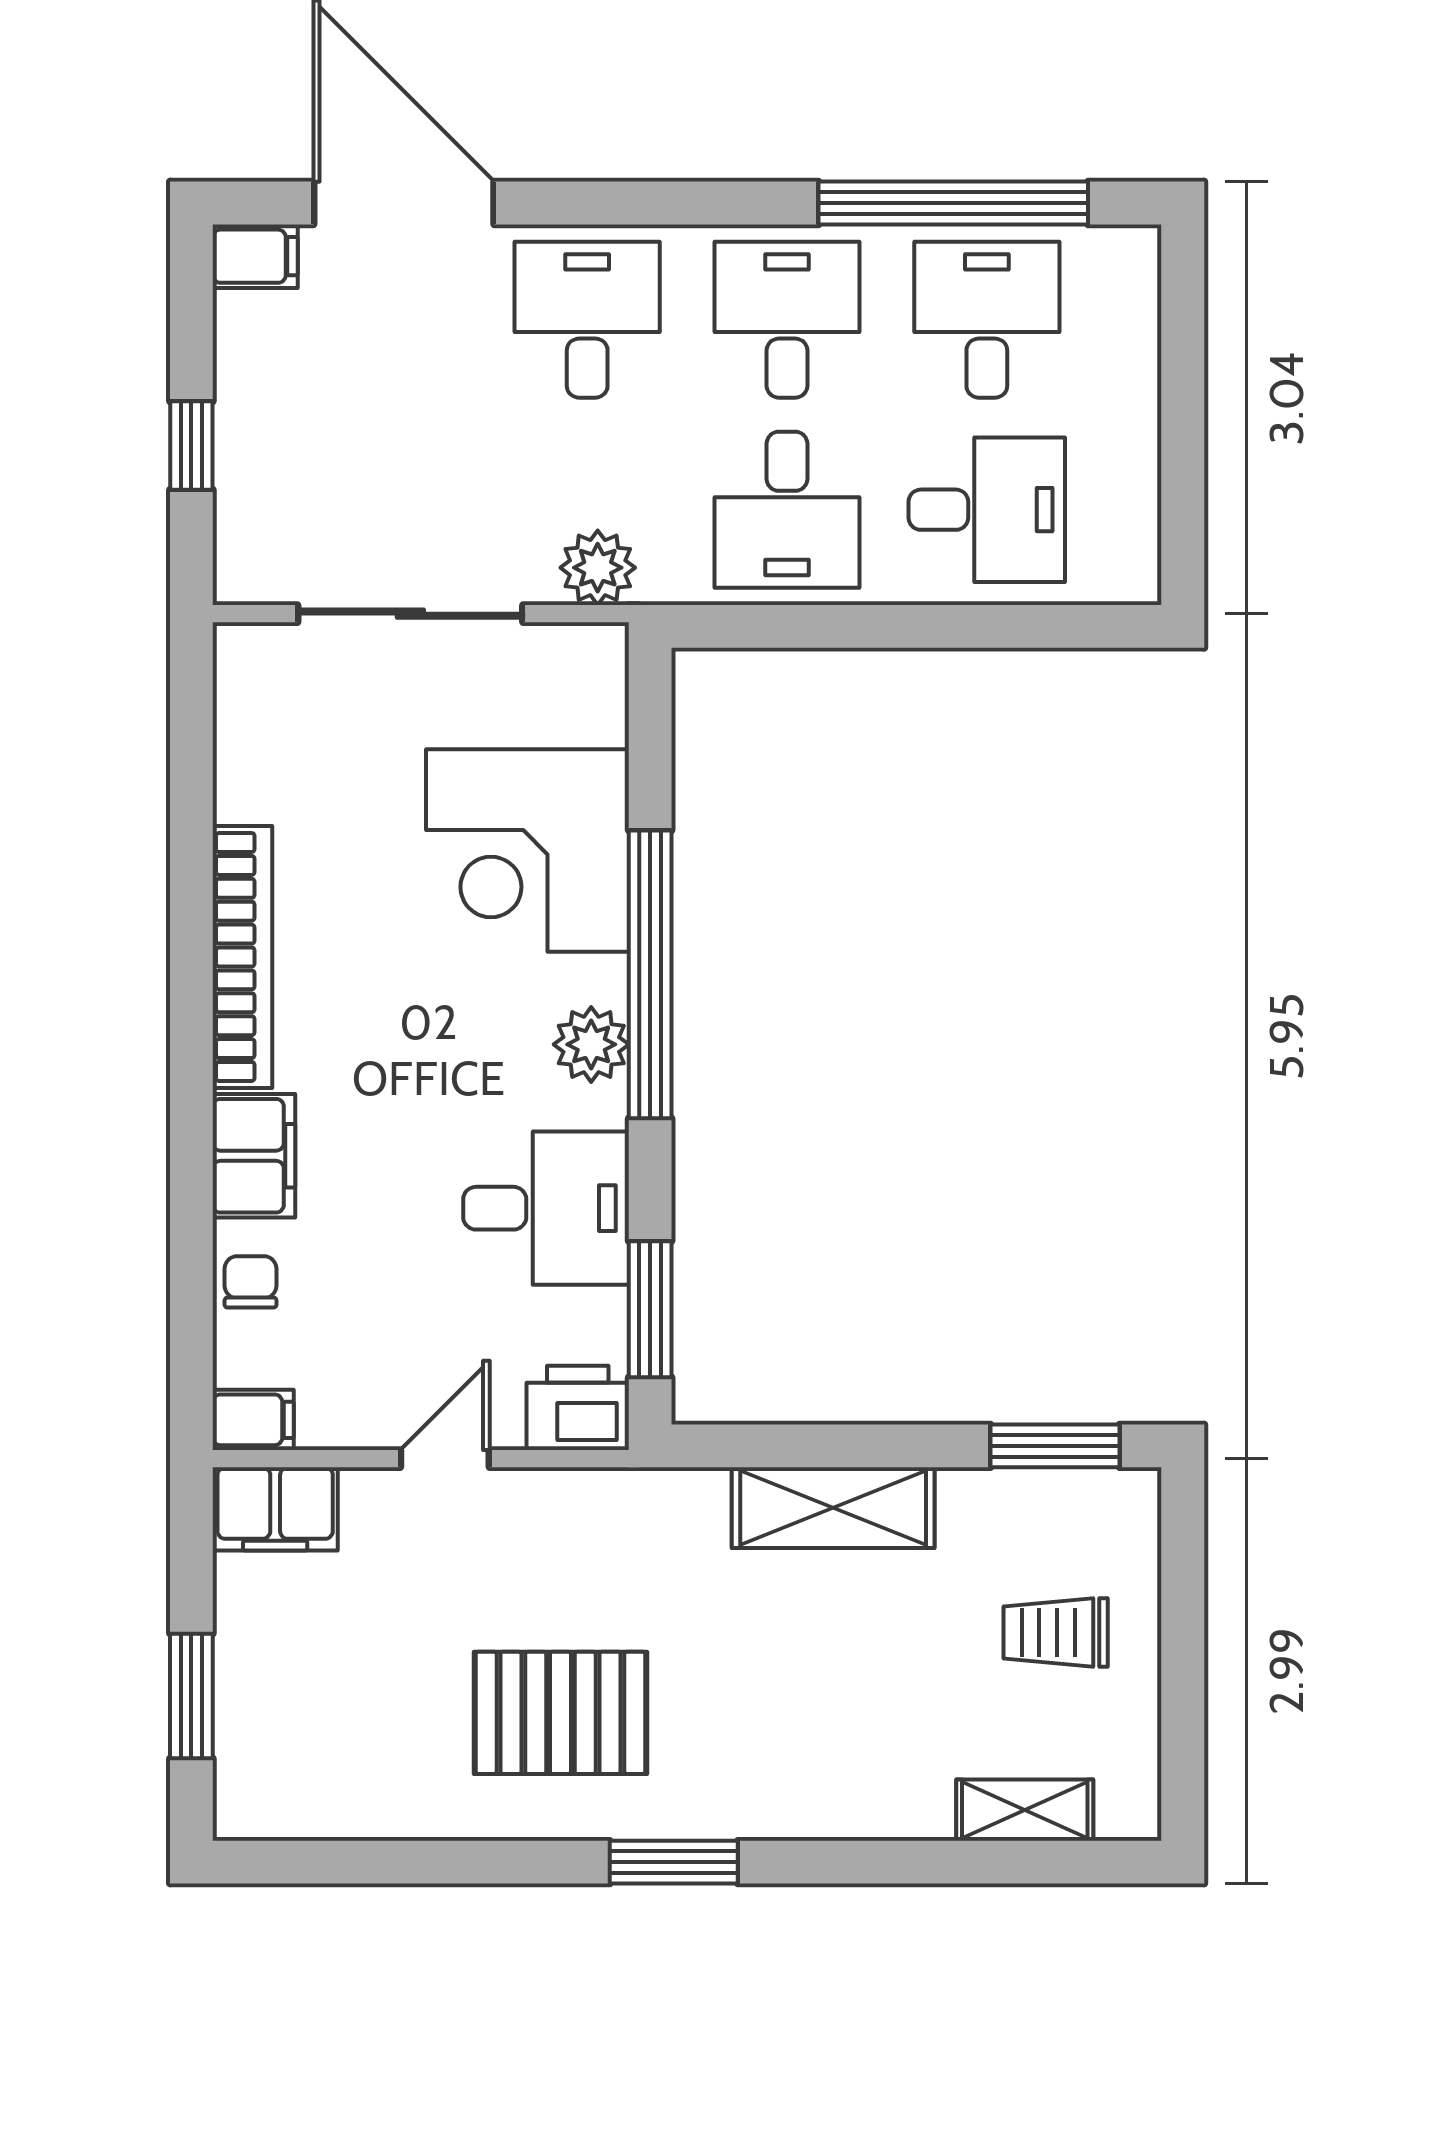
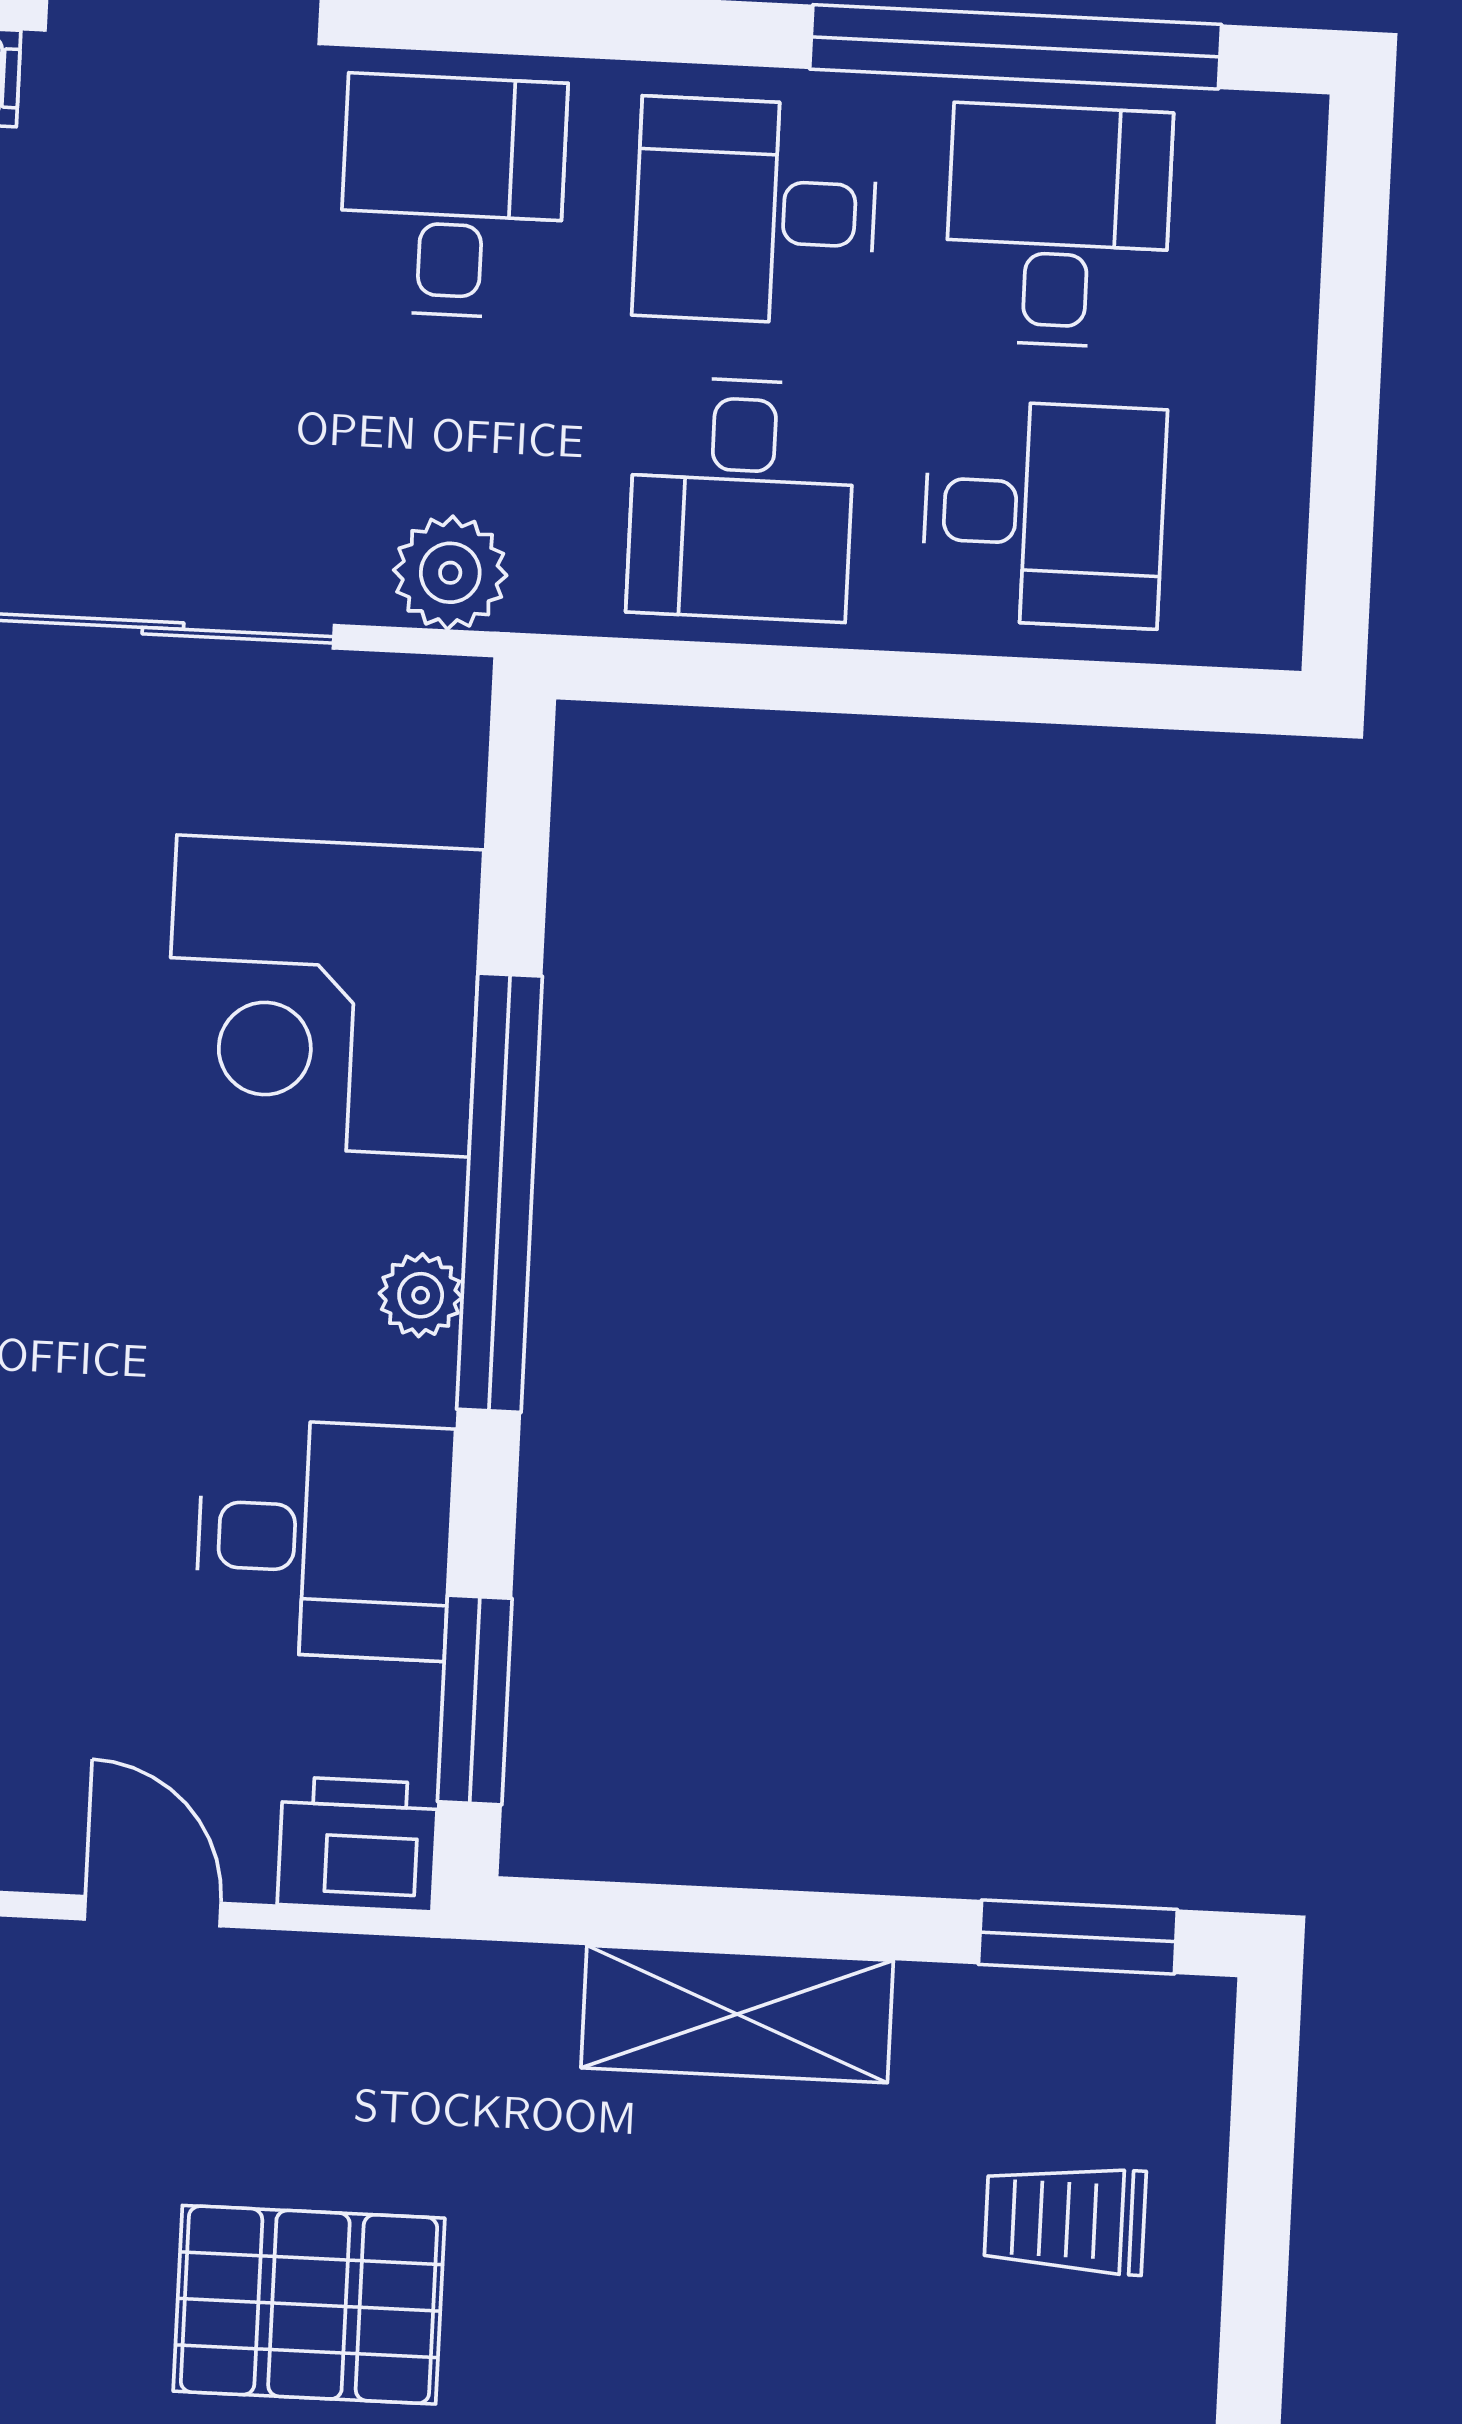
desk: (787, 320) -> (755, 211), turned -90
plant: (591, 1044) -> (421, 1295), width x0.73, depth x0.73
door: (445, 1459) -> (153, 1911), hinge flipped

